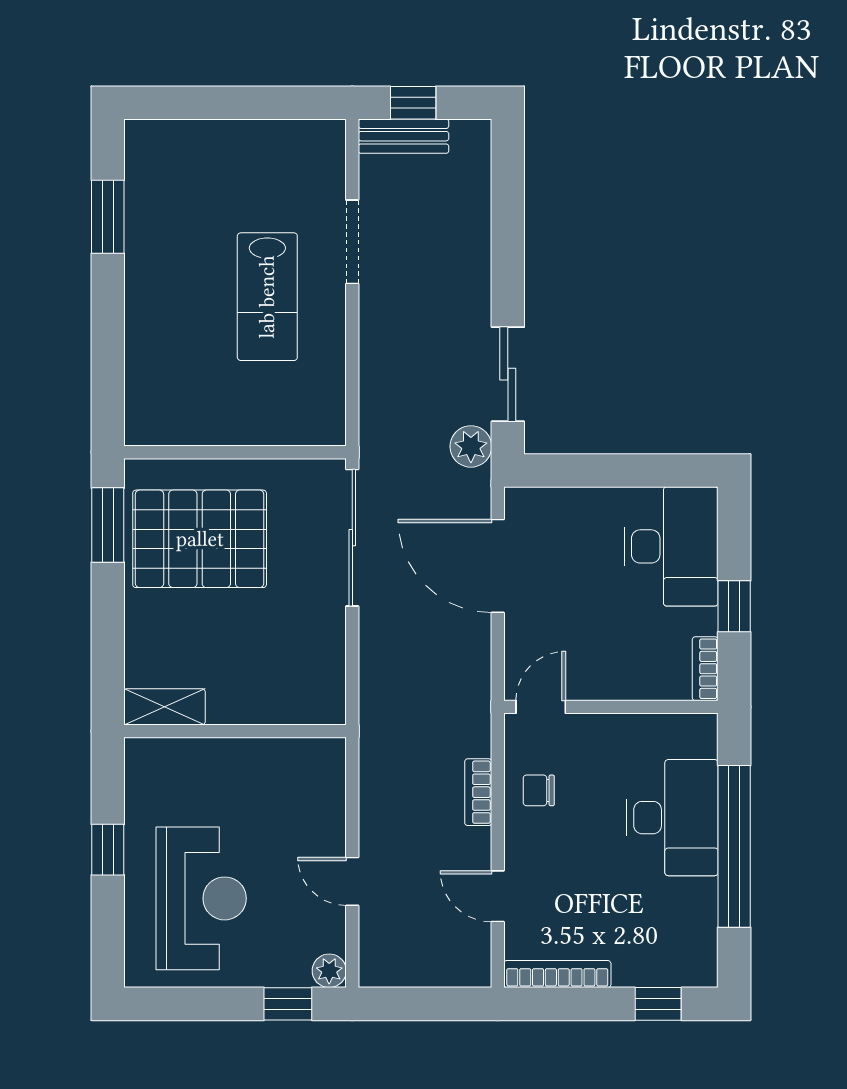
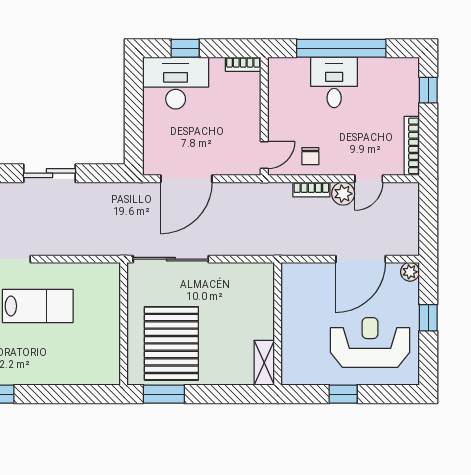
sliding door: (508, 374) -> (49, 173), moved
plant: (471, 446) -> (343, 194), moved
window: (734, 606) -> (185, 48), moved
door: (541, 707) -> (264, 155), swing flipped
desk: (672, 818) -> (334, 82), width x0.73
door: (352, 881) -> (361, 259), width x1.88
window: (288, 1004) -> (428, 318), moved

